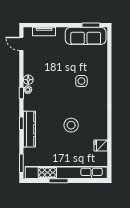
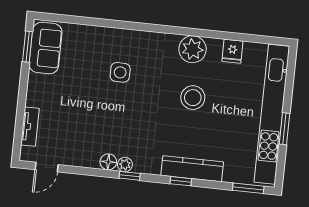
sofa: (86, 36) -> (46, 48), width x0.73
plant: (99, 122) -> (193, 49), added

